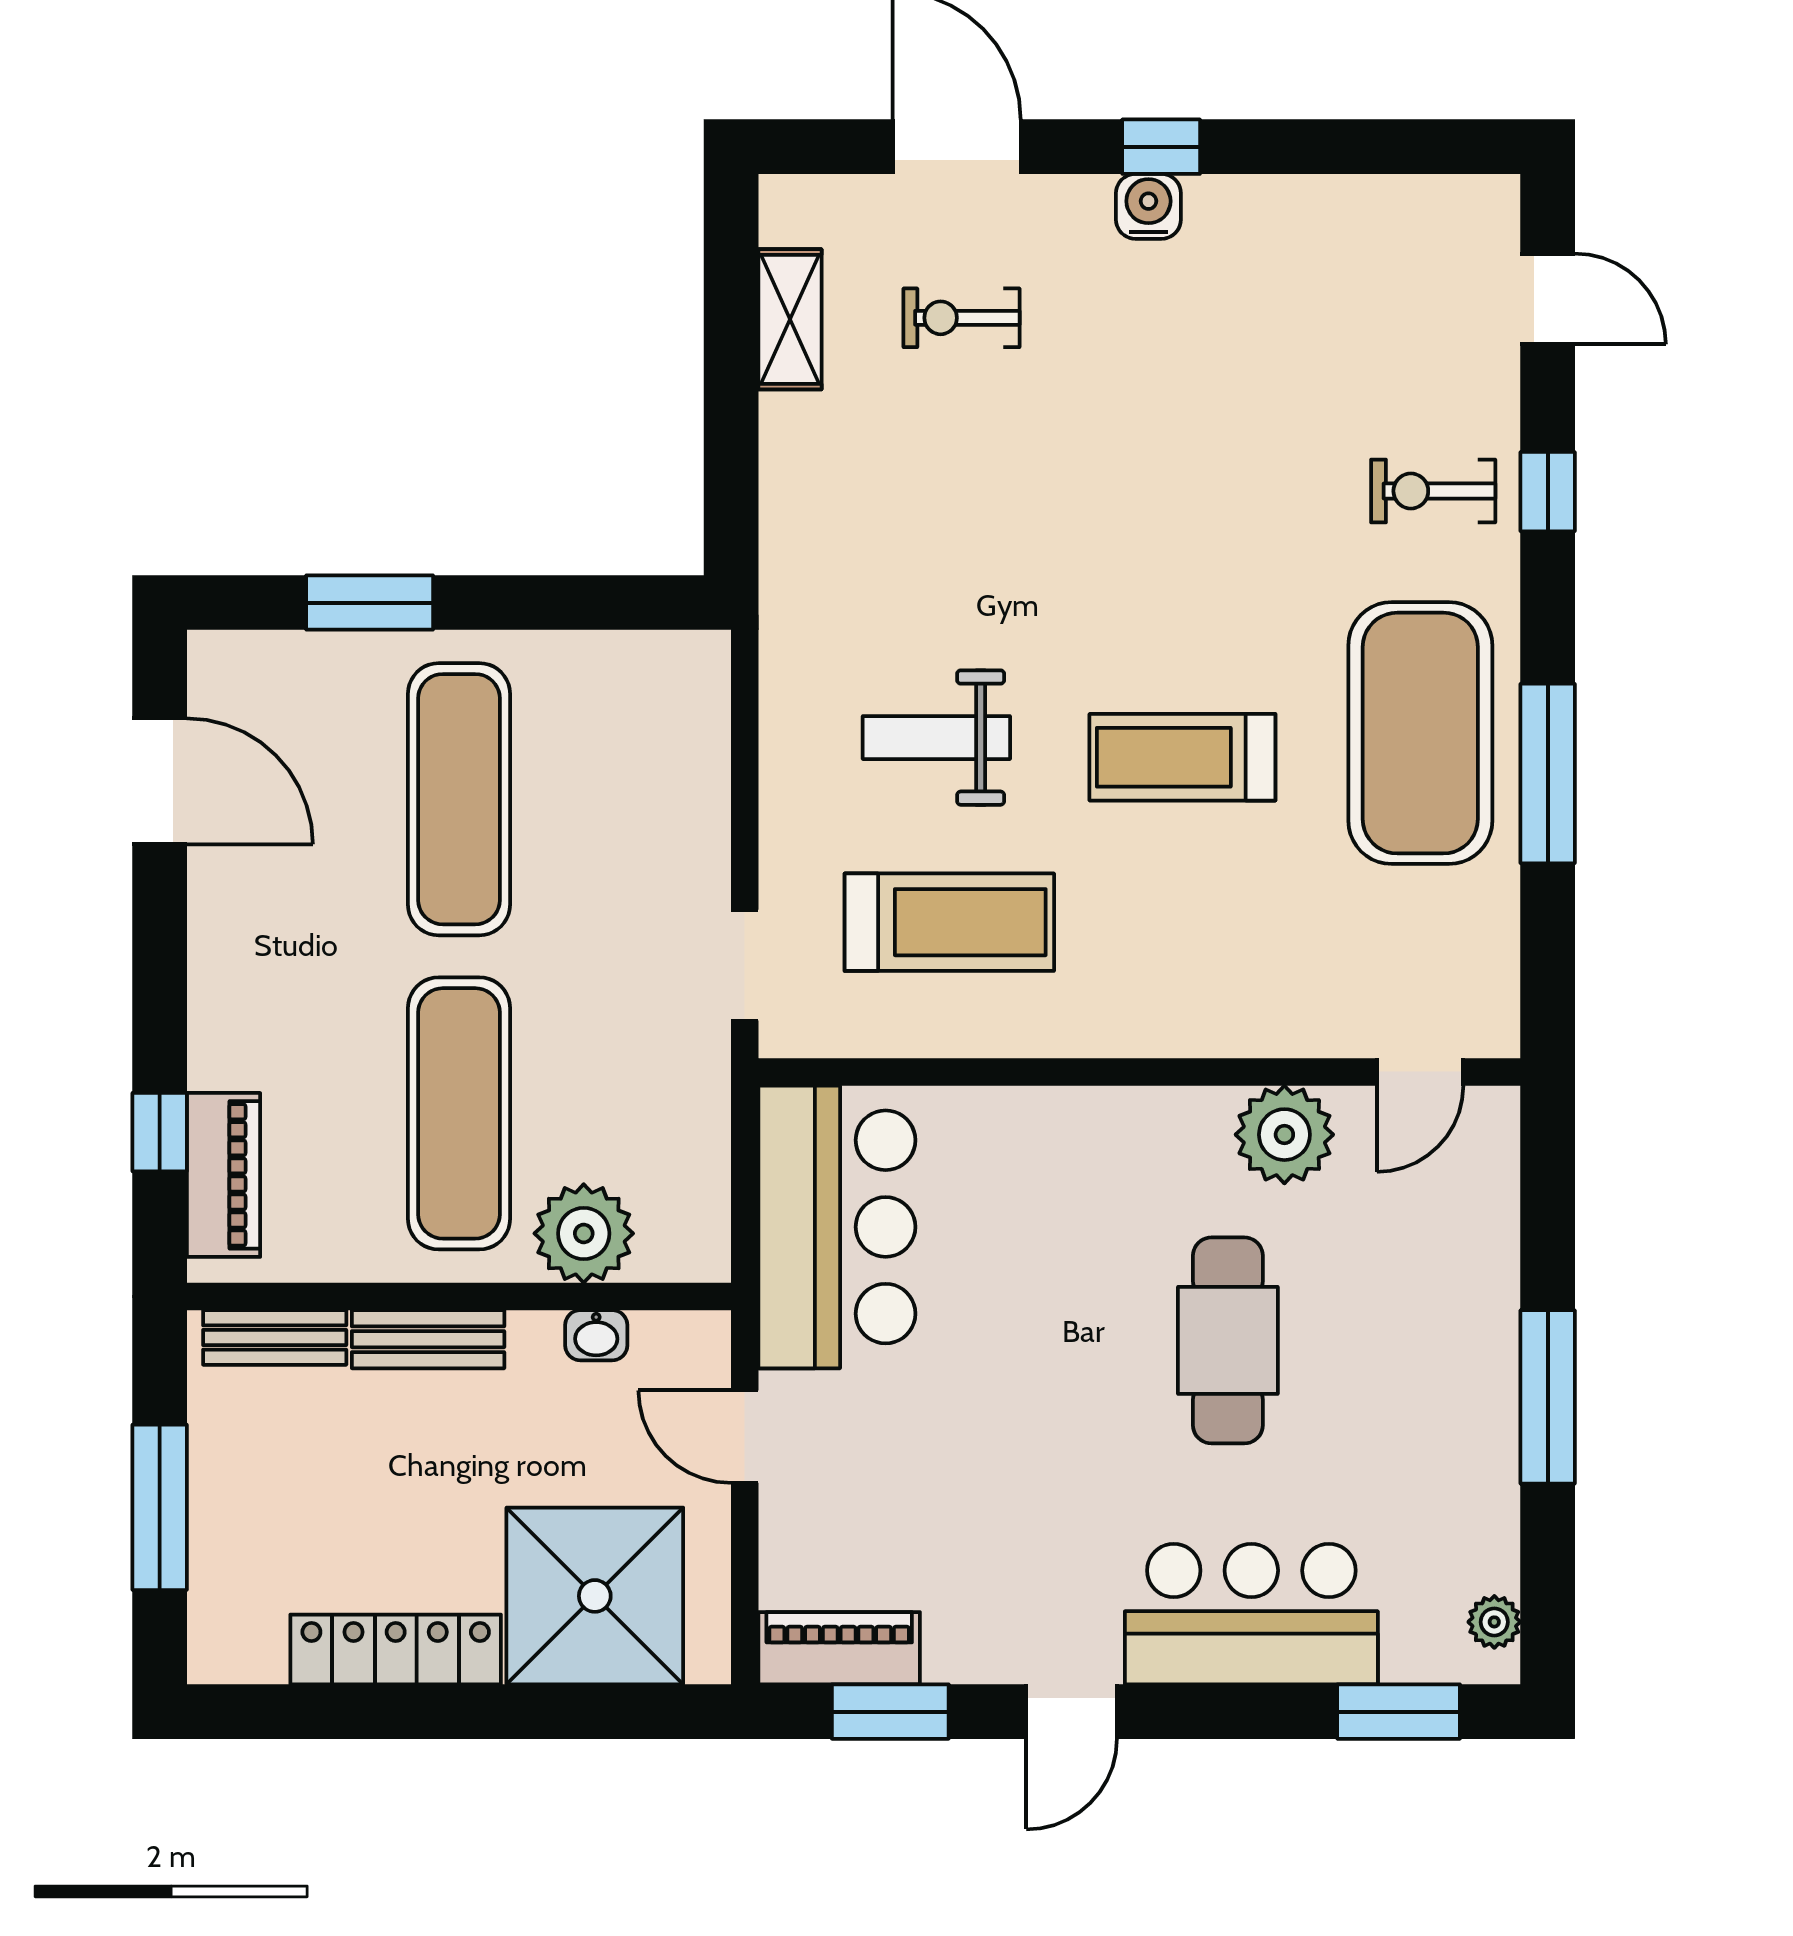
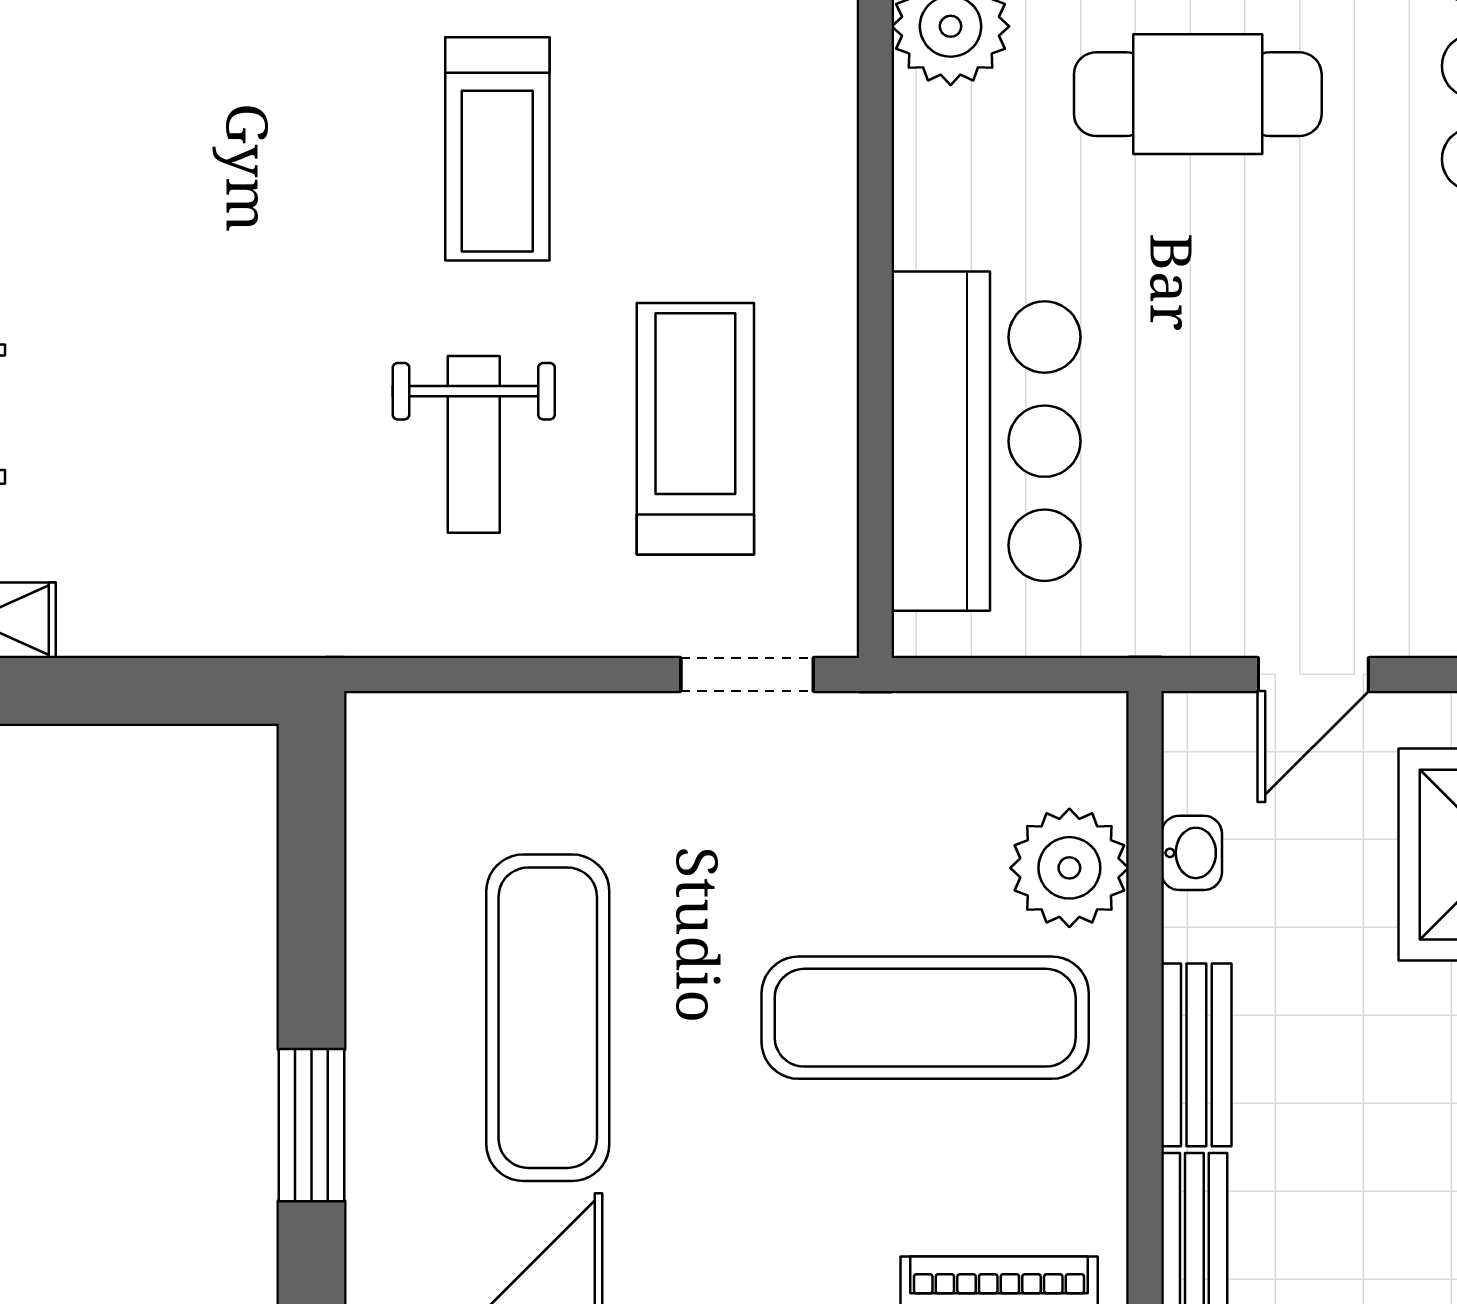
exercise mat: (459, 799) -> (548, 1018), turned 90
bar counter: (837, 1227) -> (986, 441), moved, turned 90

